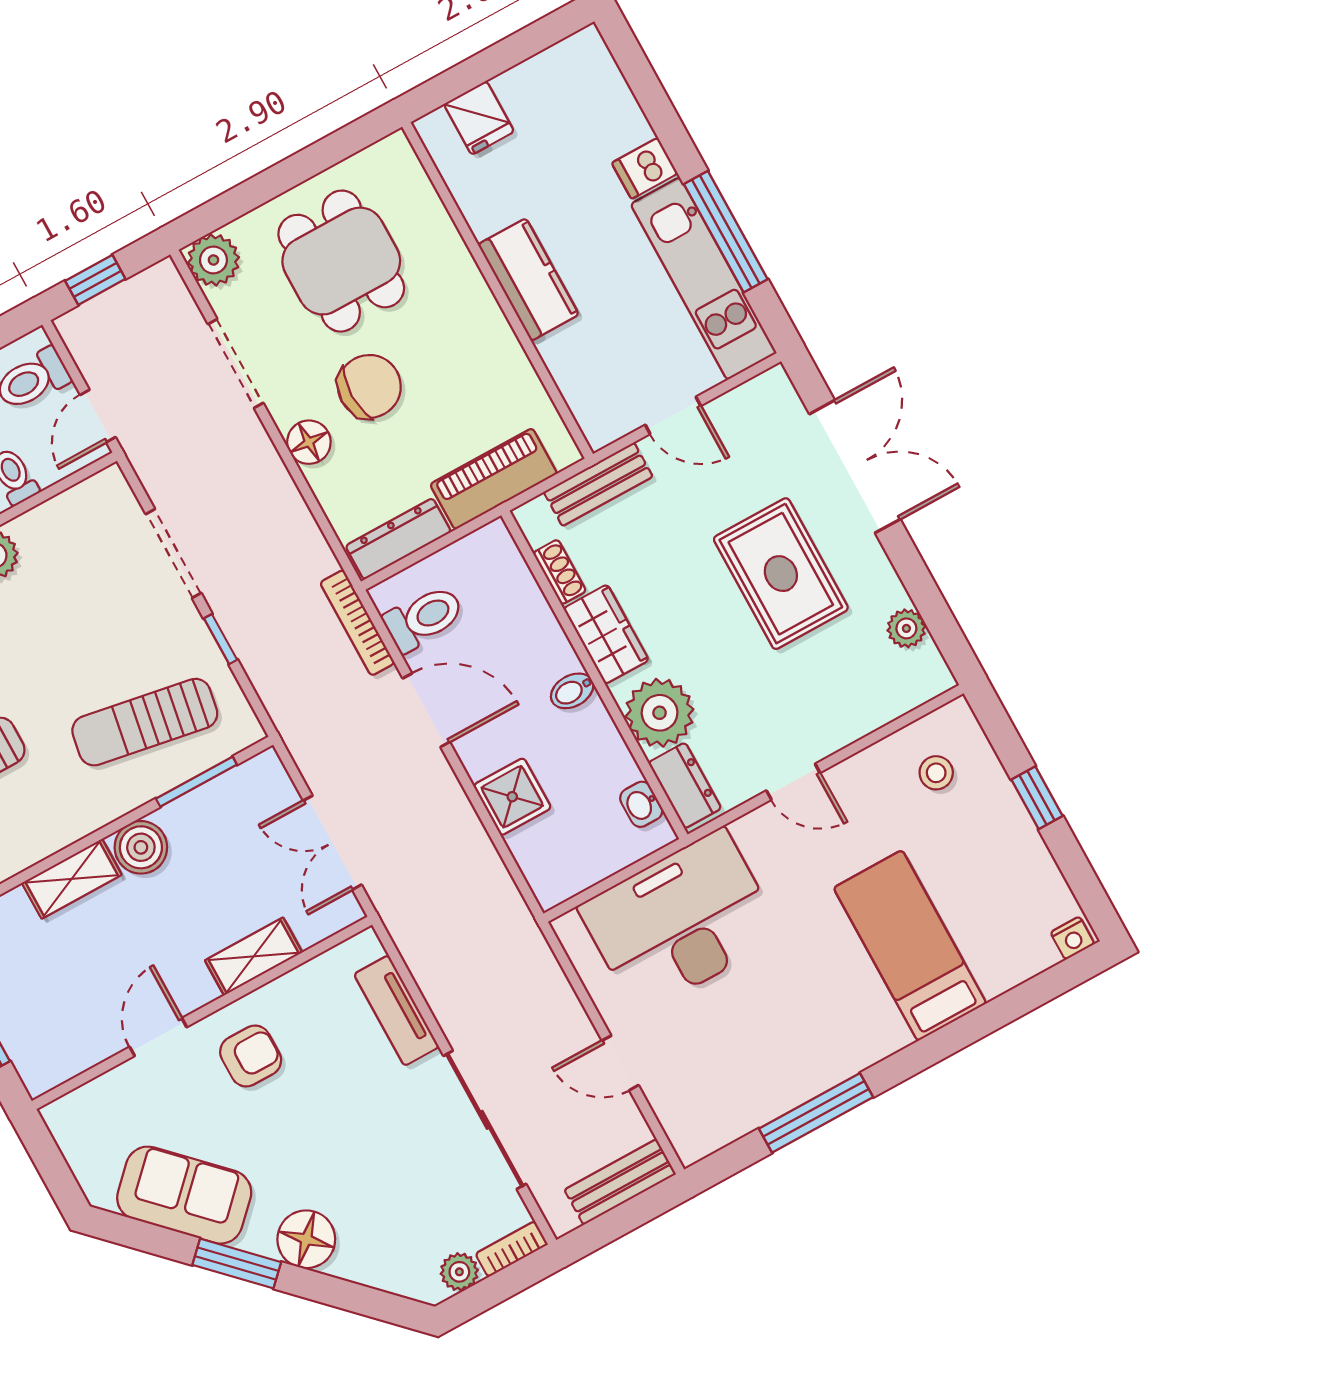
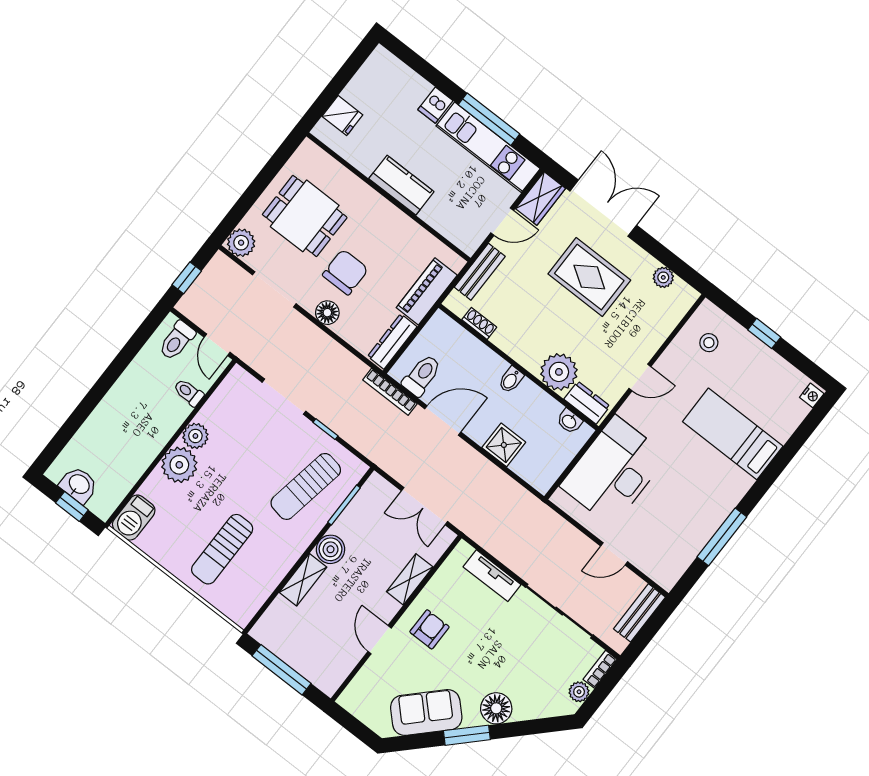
wardrobe: (606, 634) -> (540, 198), moved, turned 90

